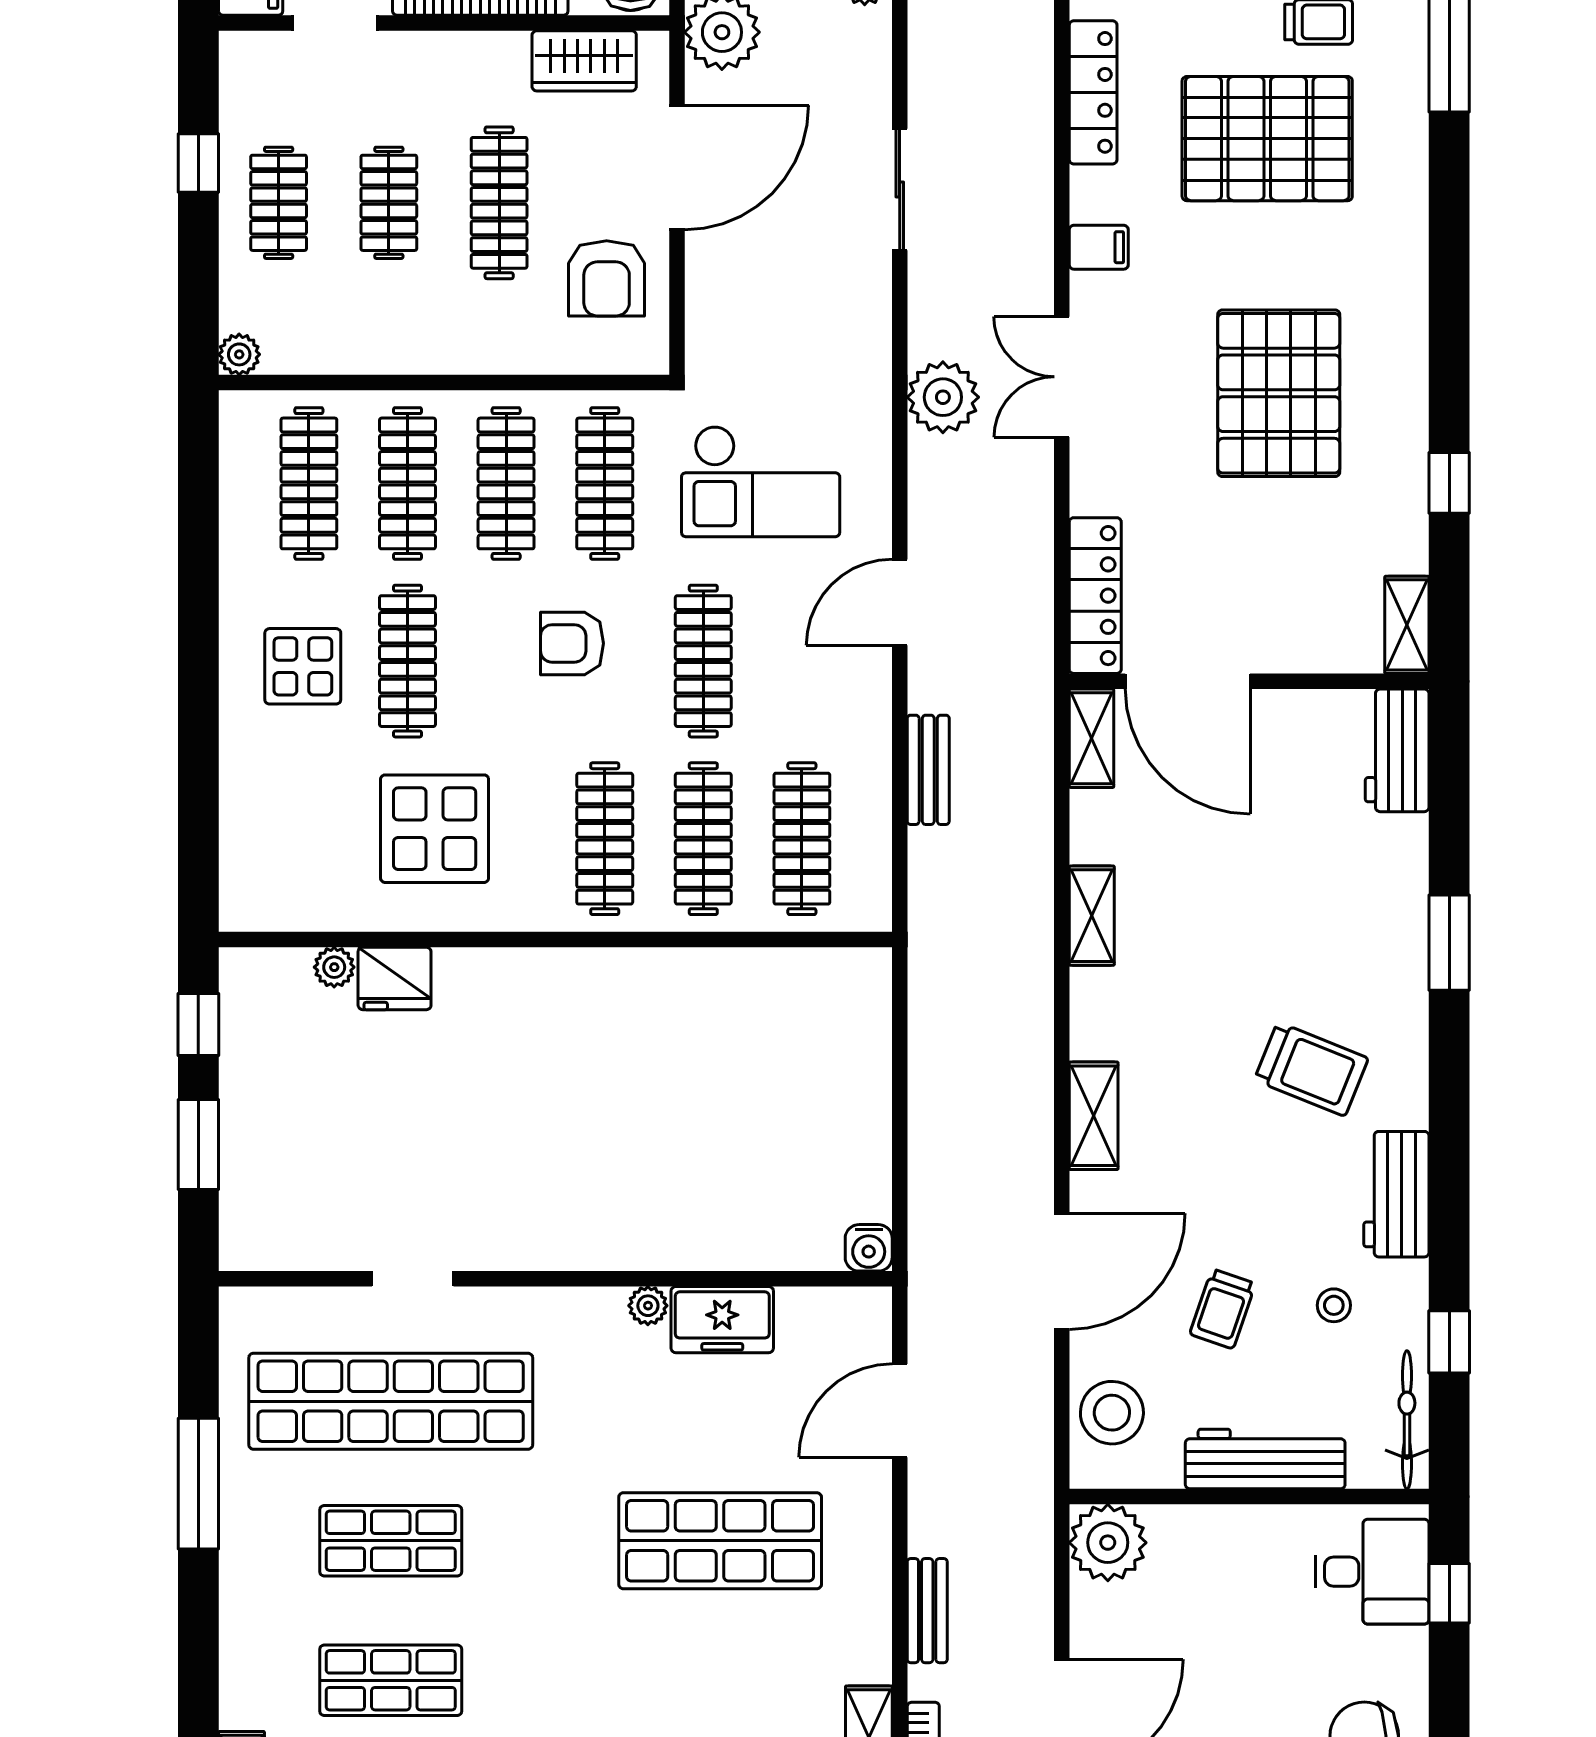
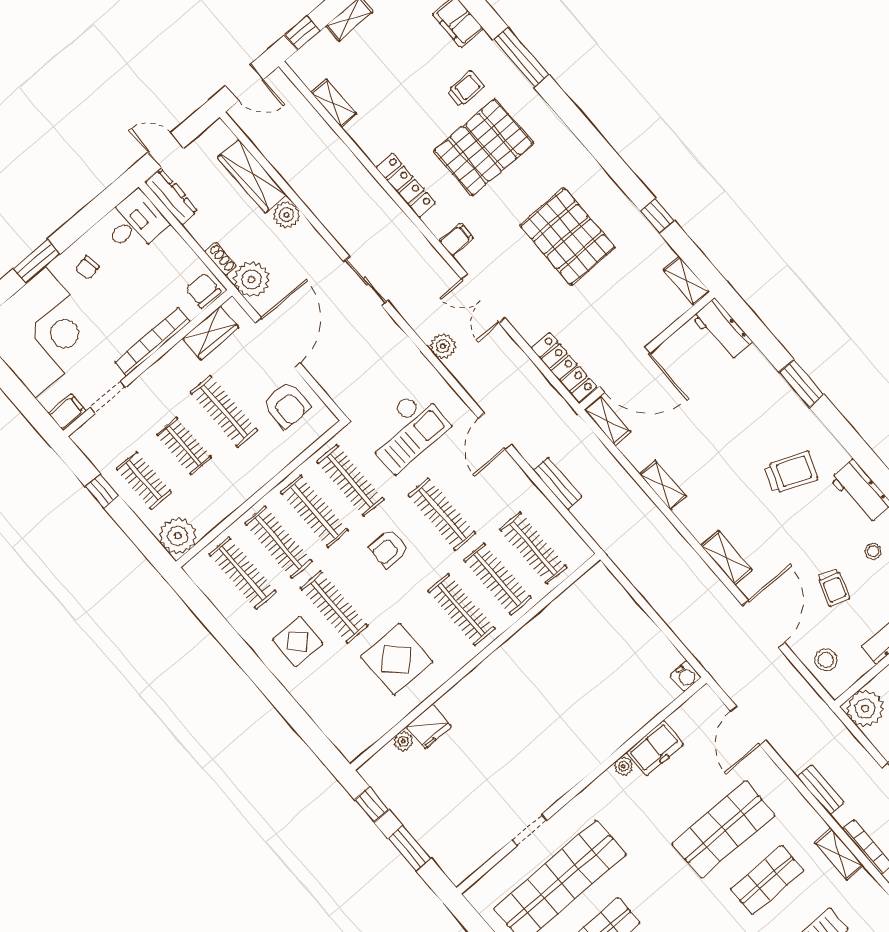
plant: (239, 354) -> (178, 536), width x1.87, depth x1.87
plant: (943, 397) -> (443, 346), width x0.73, depth x0.73
stool: (1112, 1413) -> (826, 660), width x0.73, depth x0.73
shop shelf: (720, 1680) -> (767, 880), added

